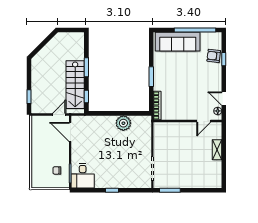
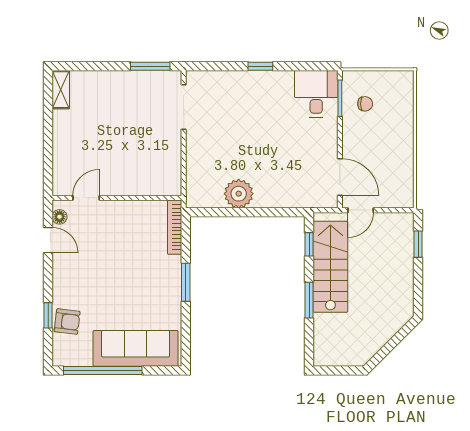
shelving: (217, 150) -> (61, 90), moved

